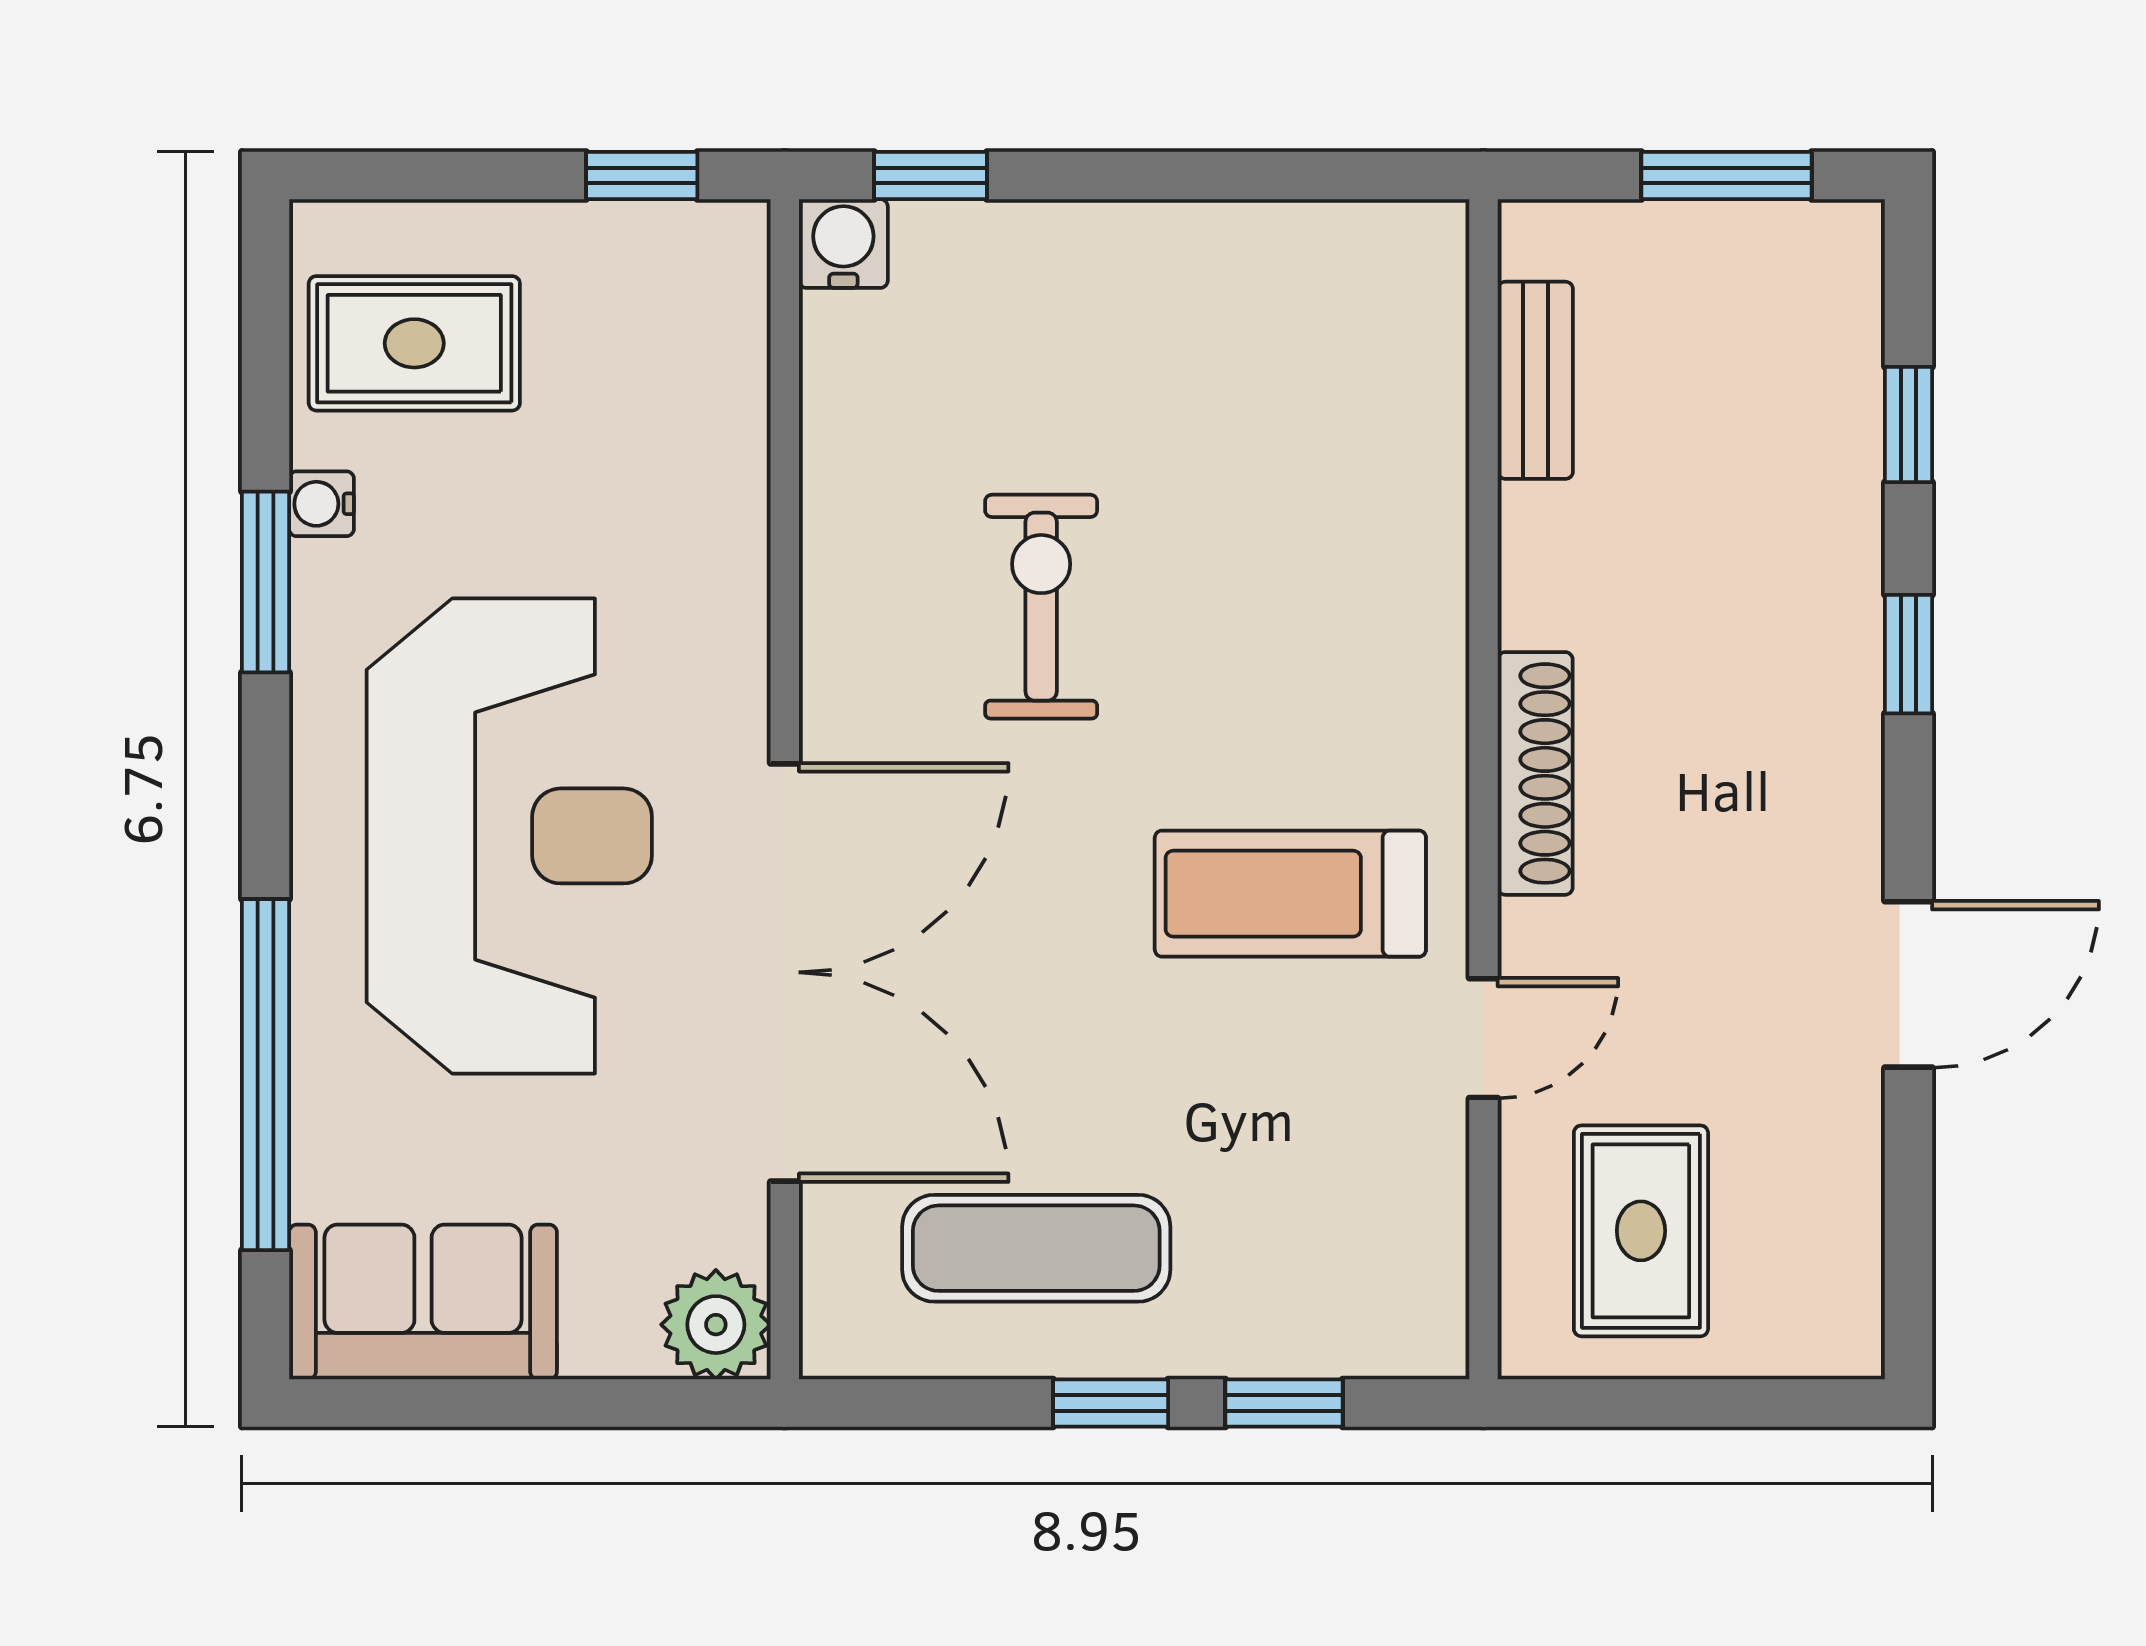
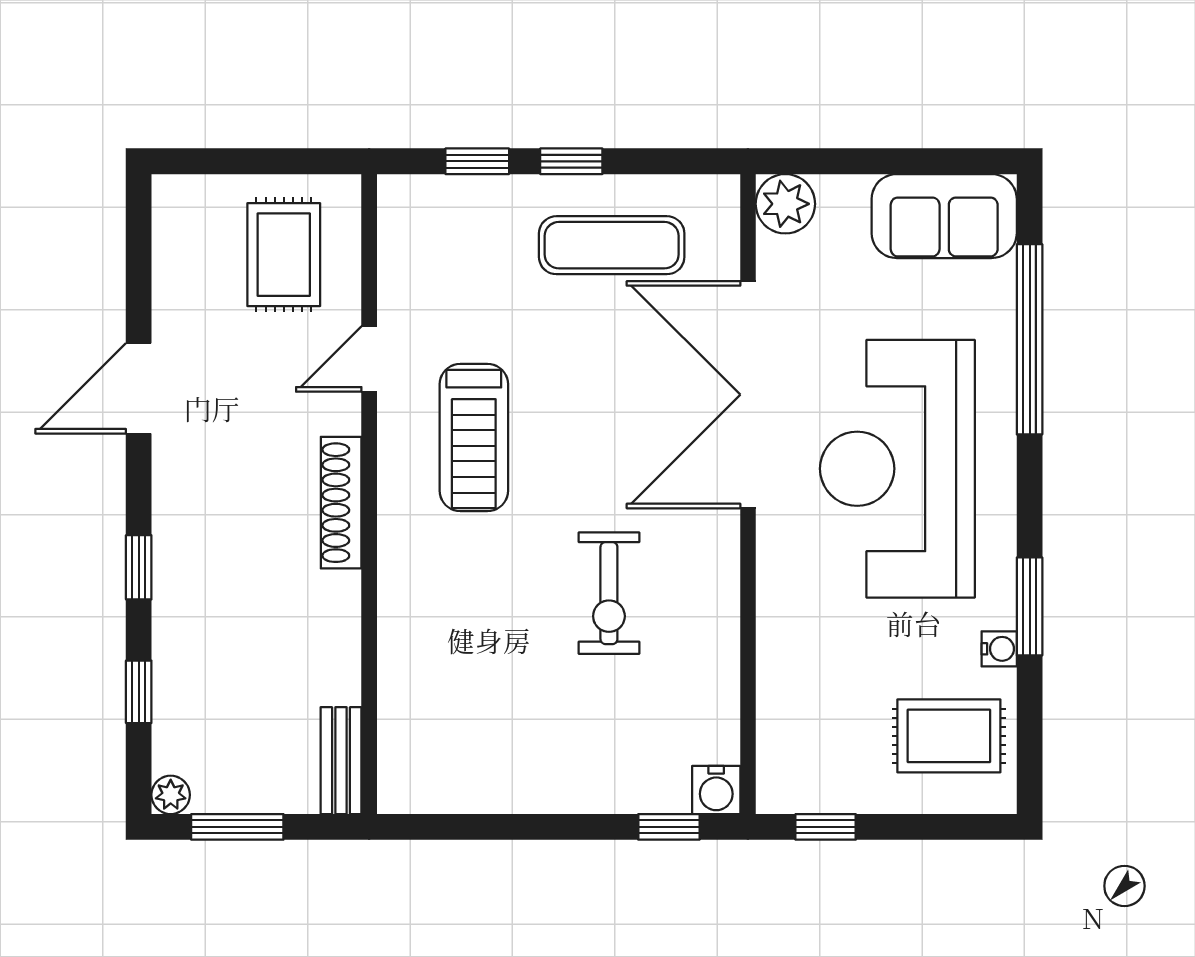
plant: (1849, 234) -> (171, 795), added
bench: (1535, 380) -> (341, 761), moved
treadmill: (1290, 894) -> (474, 437), turned 90

